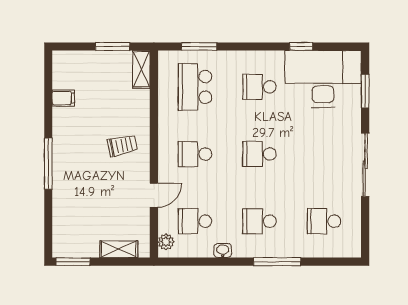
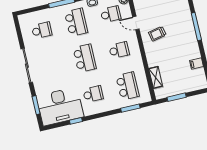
shelving: (141, 69) -> (156, 77), moved
trolley: (123, 145) -> (157, 34), moved
school desk: (259, 154) -> (85, 58), width x1.85
door: (154, 195) -> (136, 23), hinge flipped
school desk: (259, 221) -> (76, 22), width x1.85

